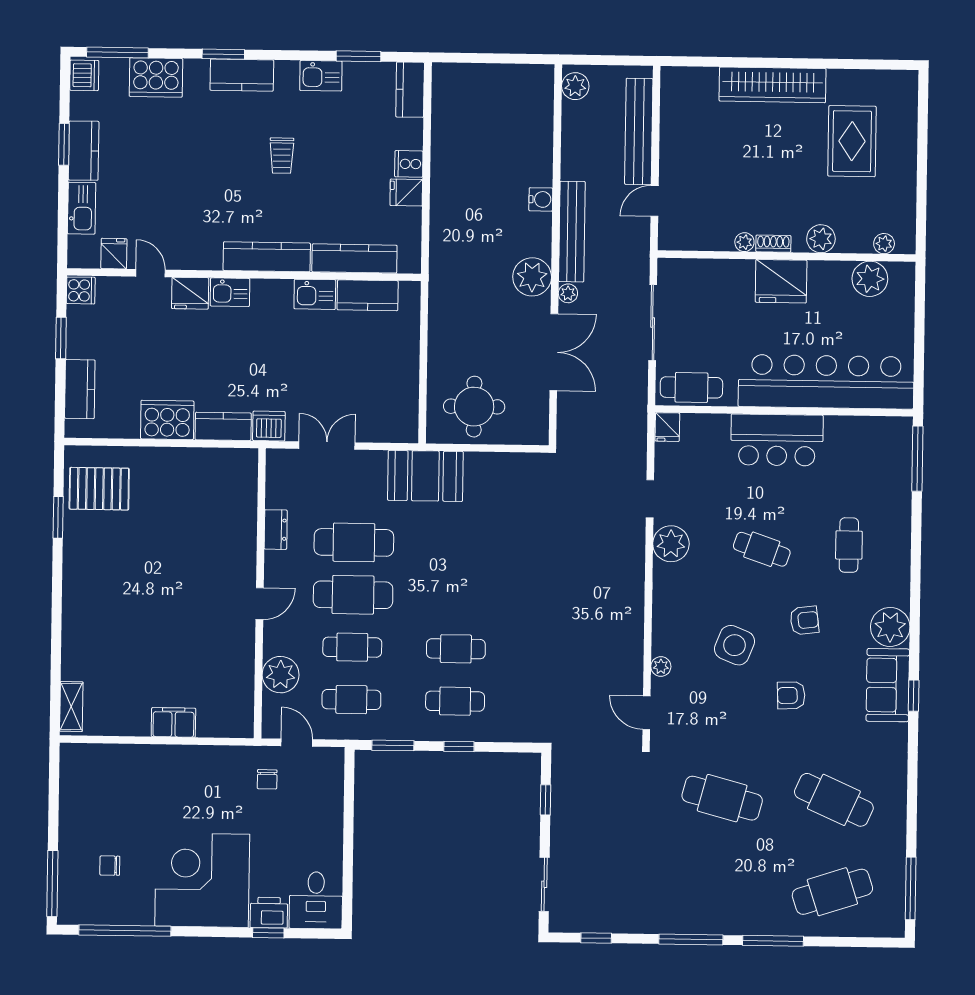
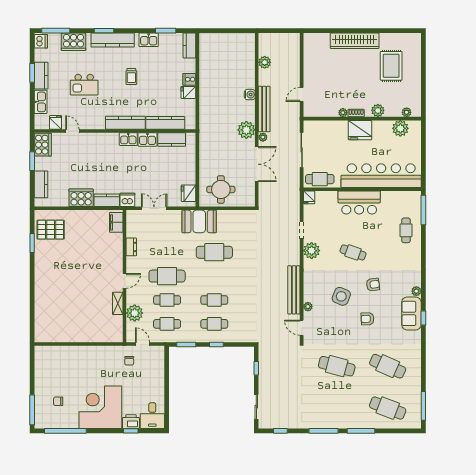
kitchen counter: (242, 75) -> (113, 40), width x1.50
plant: (575, 86) -> (265, 62), moved
bench: (639, 131) -> (294, 290), moved
kitchen island: (178, 172) -> (84, 85), added
cooker: (81, 290) -> (43, 145), width x1.87, depth x1.31
kitchen sink: (230, 292) -> (128, 139), moved
fridge: (190, 293) -> (189, 193), moved, turned 90
cafe table: (354, 542) -> (214, 252), moved
cafe table: (849, 545) -> (406, 230), moved
plant: (890, 627) -> (416, 291), width x0.53, depth x0.53
shelving: (71, 707) -> (118, 303), moved
filing cabinet: (173, 722) -> (116, 222), moved, turned -90
cafe table: (832, 892) -> (388, 408), turned 39

